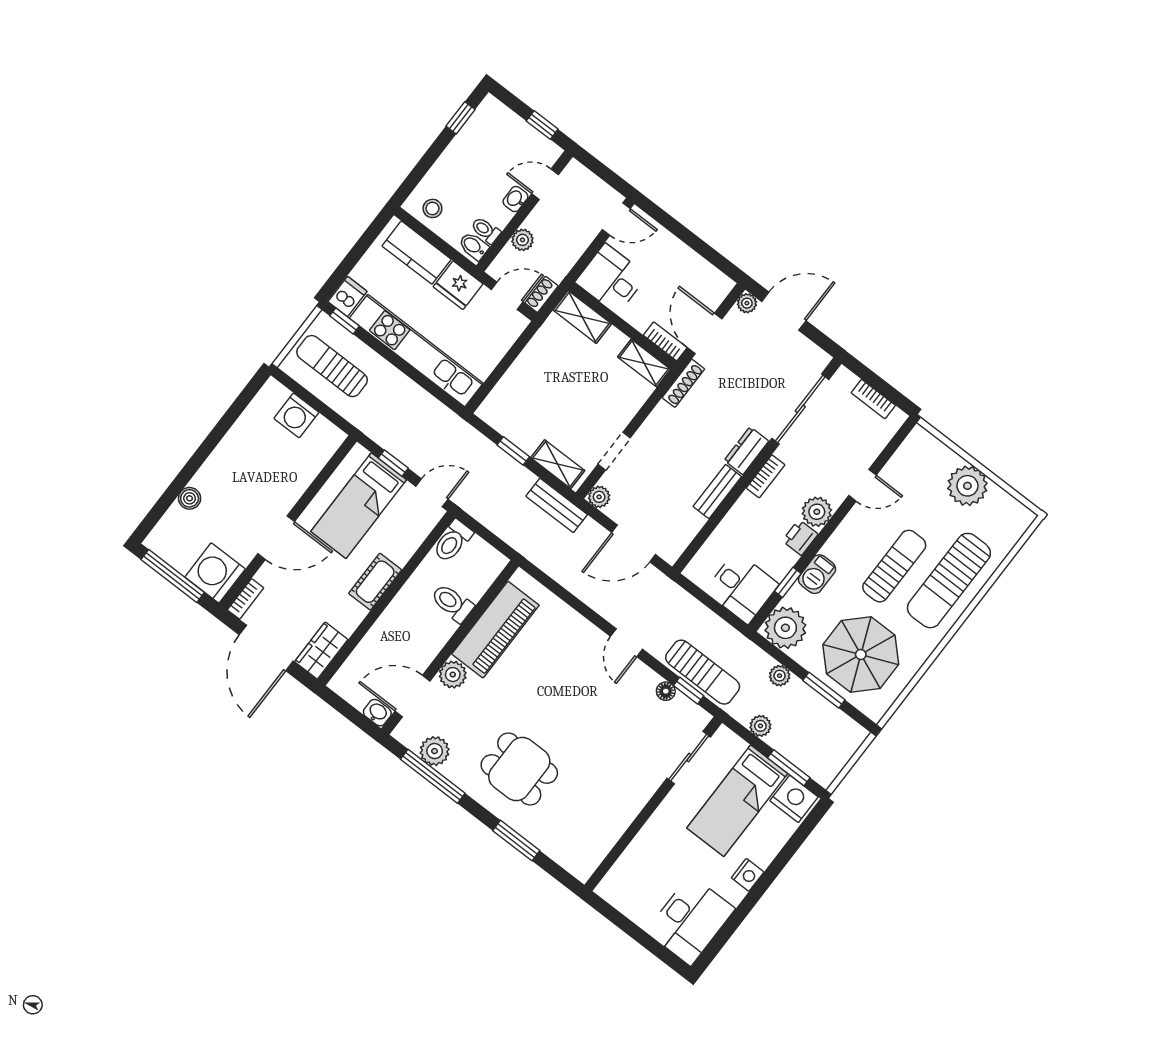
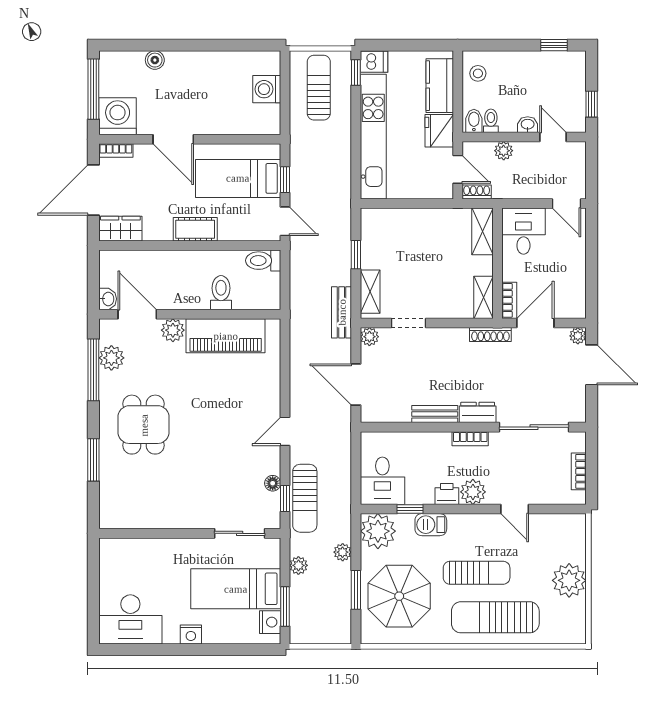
nightstand: (794, 799) -> (270, 622), width x0.74, depth x0.75

